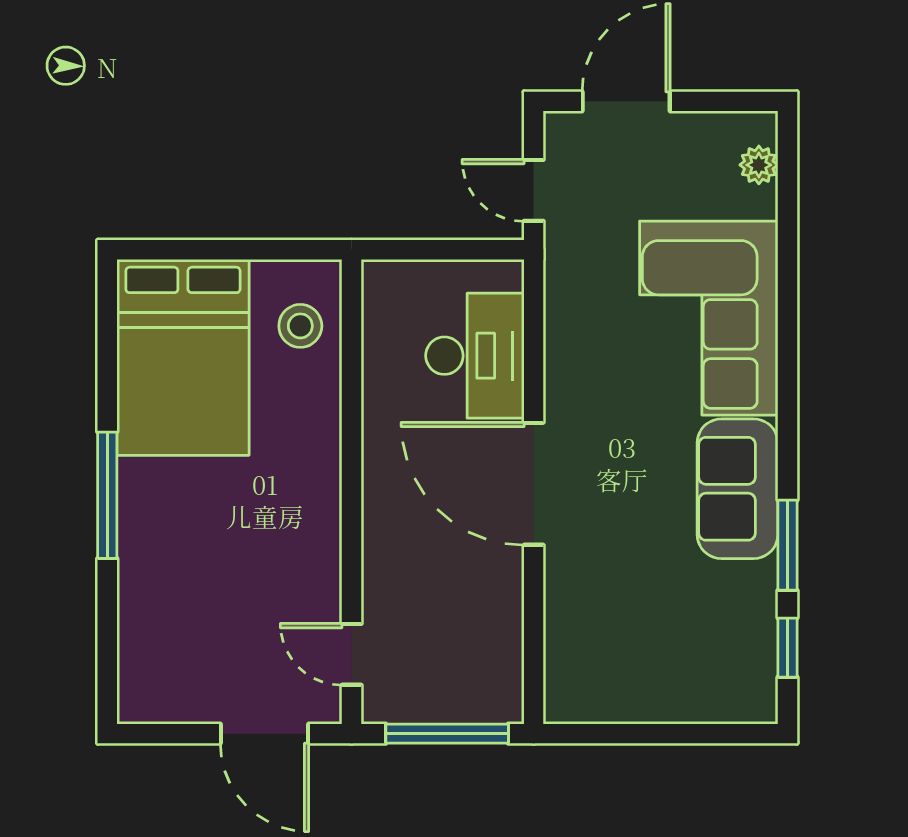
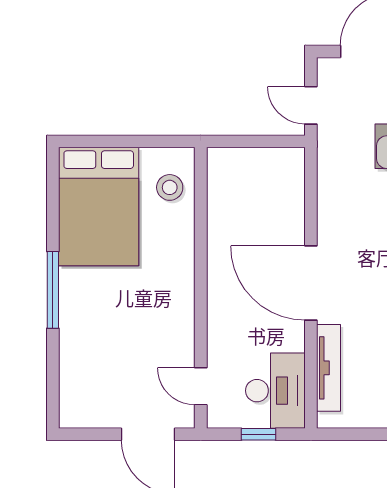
desk: (475, 356) -> (275, 391), moved
tv unit: (563, 624) -> (329, 368), added
window: (447, 734) -> (259, 434), width x0.46

